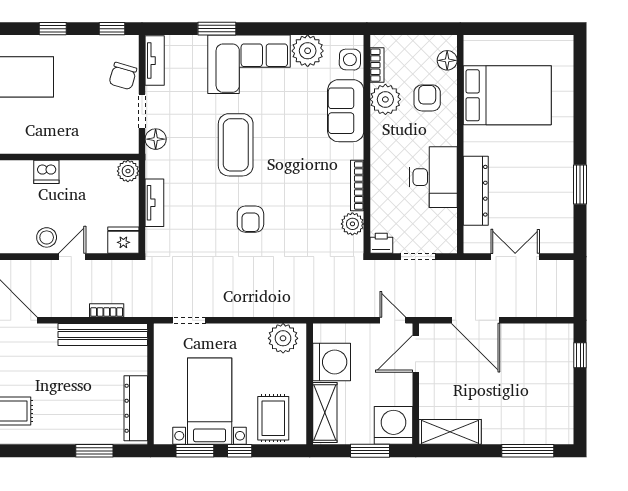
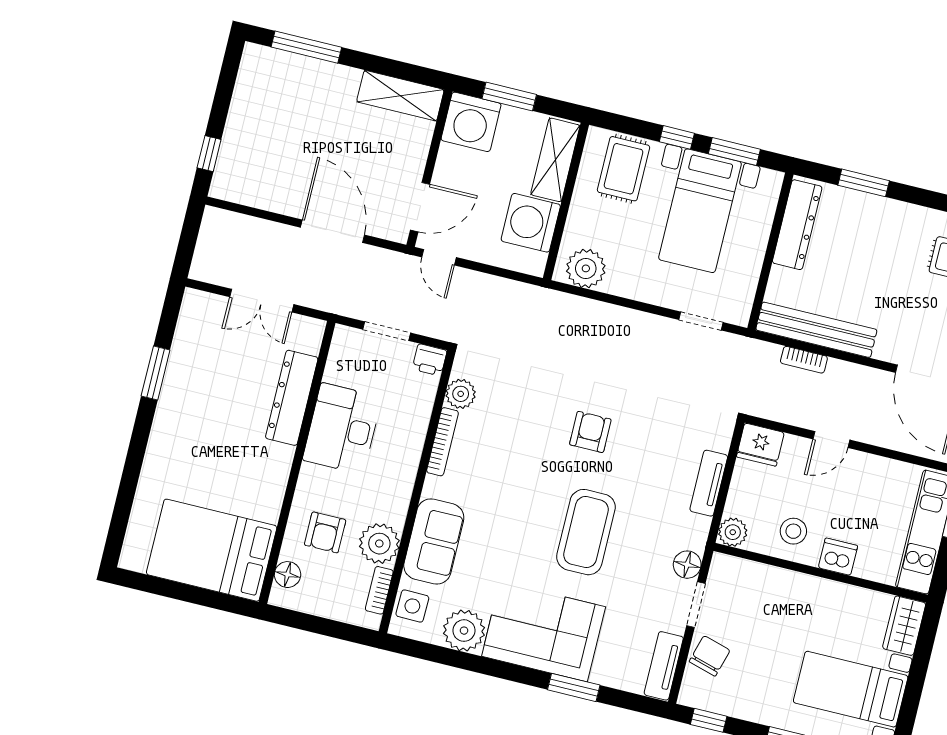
bed: (507, 95) -> (212, 550), moved
stool: (47, 237) -> (793, 531), moved

